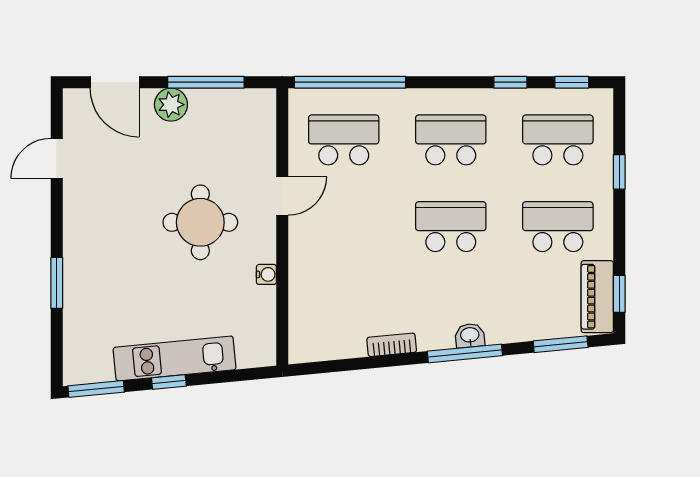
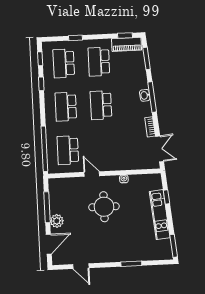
double door: (336, 366) -> (160, 149), added
window: (169, 382) -> (167, 197), moved

